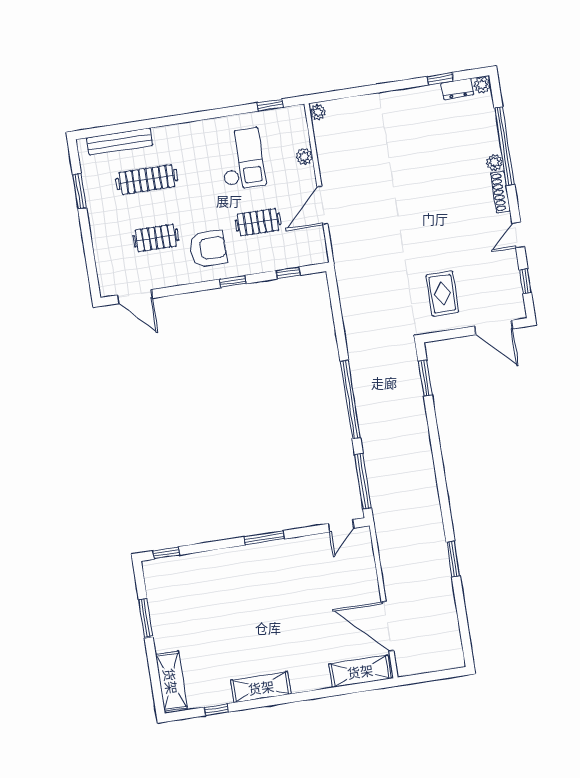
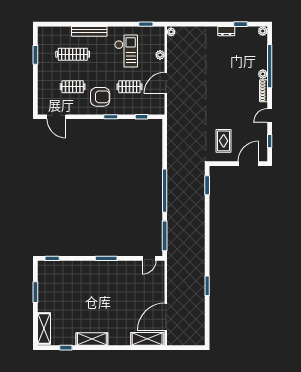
dresser: (457, 89) -> (226, 31), moved
bench: (120, 142) -> (89, 31), moved
door: (494, 327) -> (248, 164), swing flipped
door: (388, 626) -> (166, 317), hinge flipped

